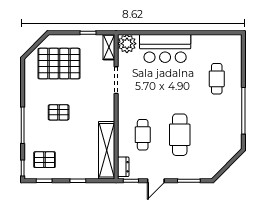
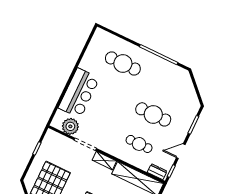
plant: (127, 44) -> (70, 126), moved
shelving: (109, 47) -> (104, 161), moved
cafe table: (217, 79) -> (123, 63), width x1.37, depth x1.35
door: (156, 181) -> (181, 151), swing flipped

